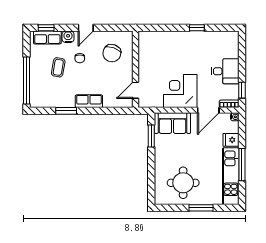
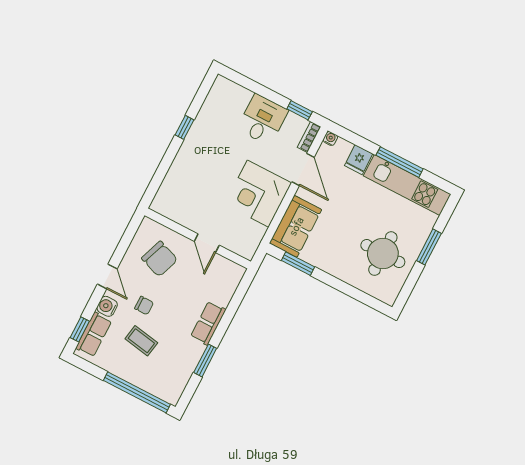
door: (136, 90) -> (207, 243), moved

